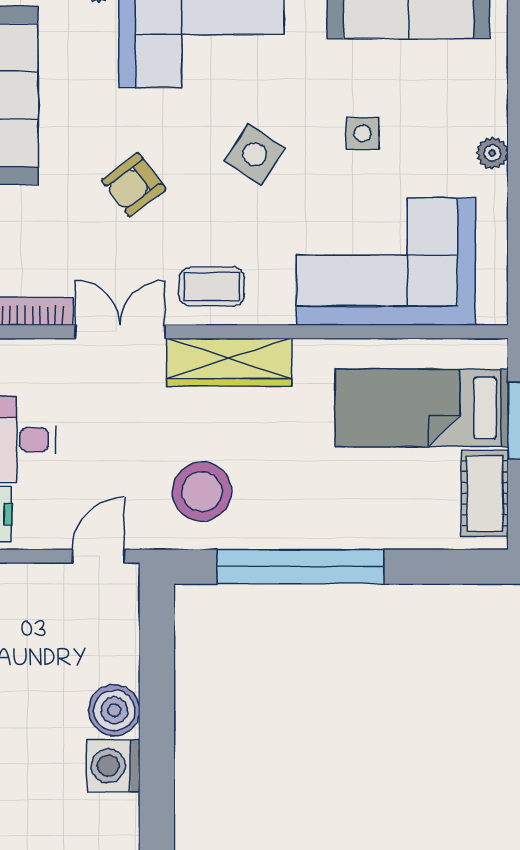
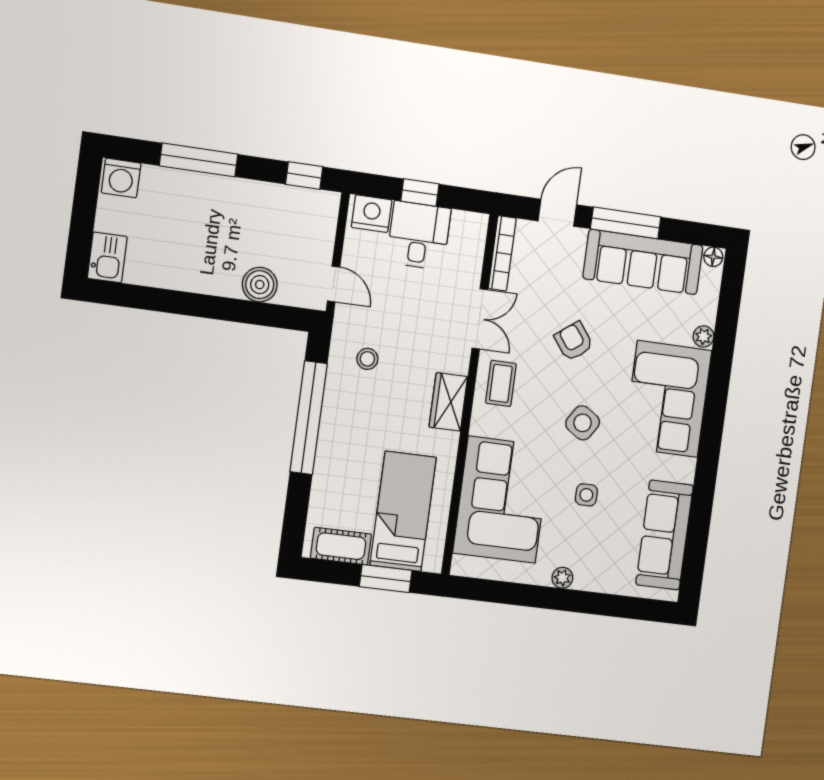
wardrobe: (229, 362) -> (448, 402), width x0.67
stool: (202, 491) -> (367, 359), width x0.53, depth x0.53
boiler: (114, 710) -> (260, 285), moved
washing machine: (114, 766) -> (191, 275), removed

